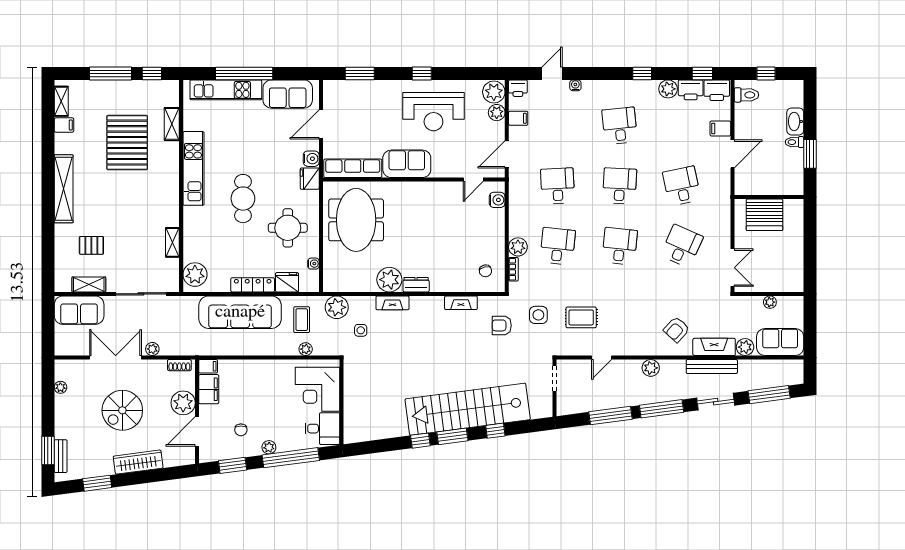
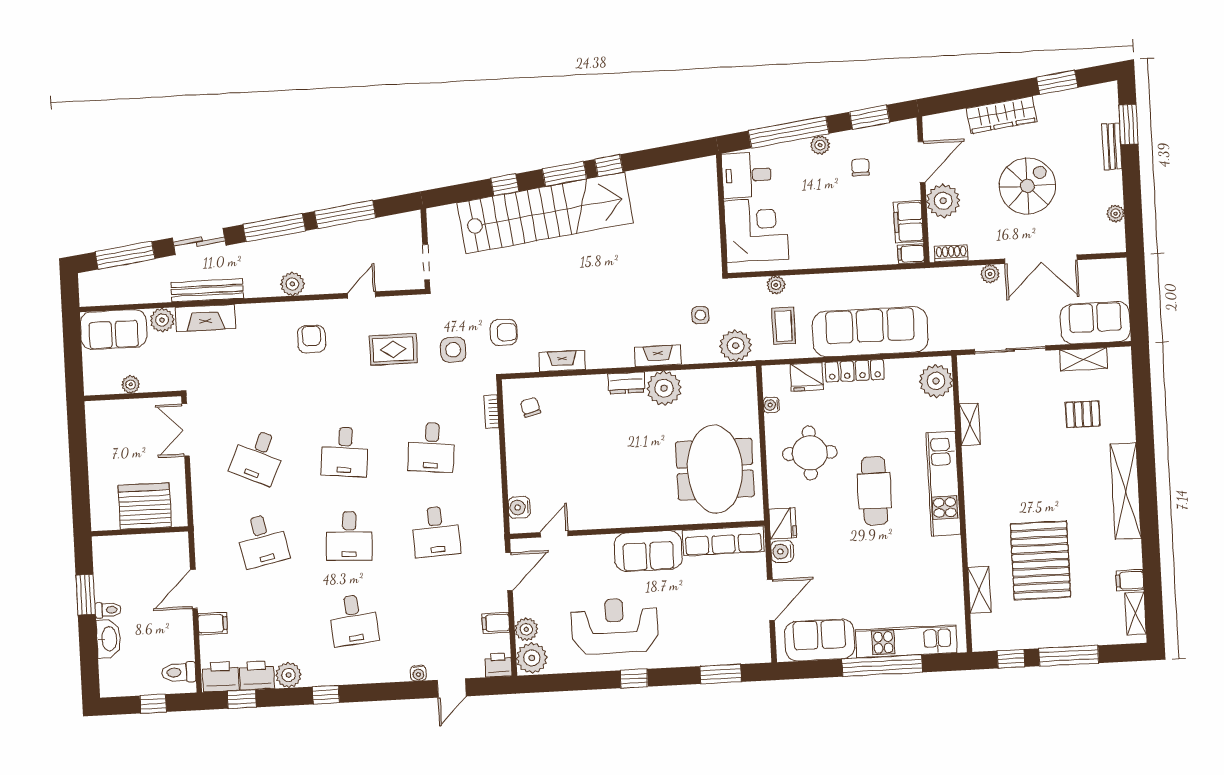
kitchen unit: (193, 168) -> (943, 484), moved
plant: (518, 247) -> (487, 443), removed
armchair: (676, 329) -> (312, 339), moved, turned -42
bench: (61, 456) -> (1112, 146), moved

